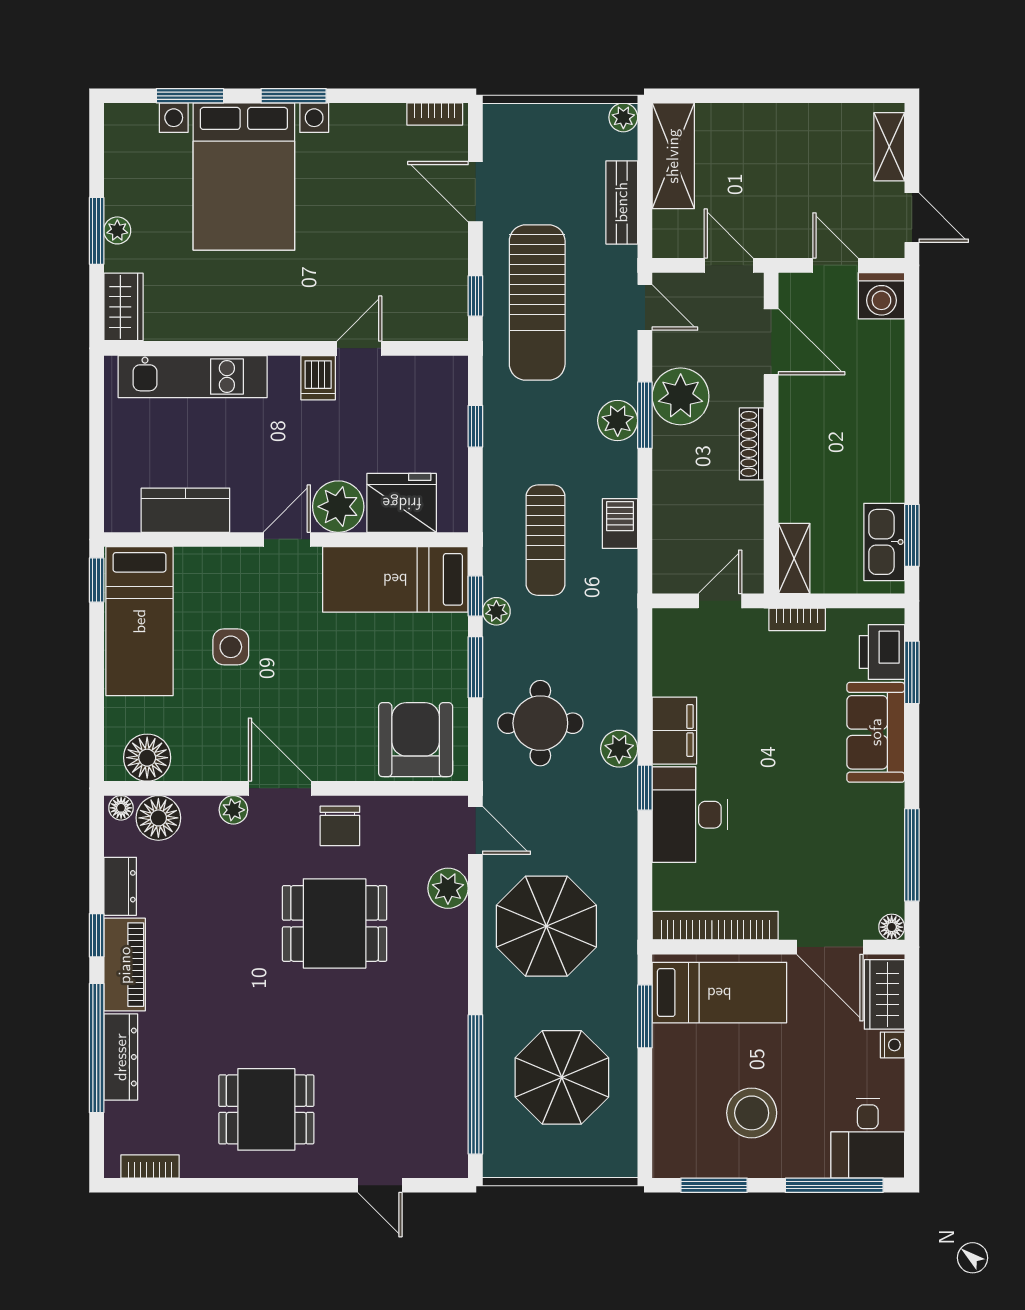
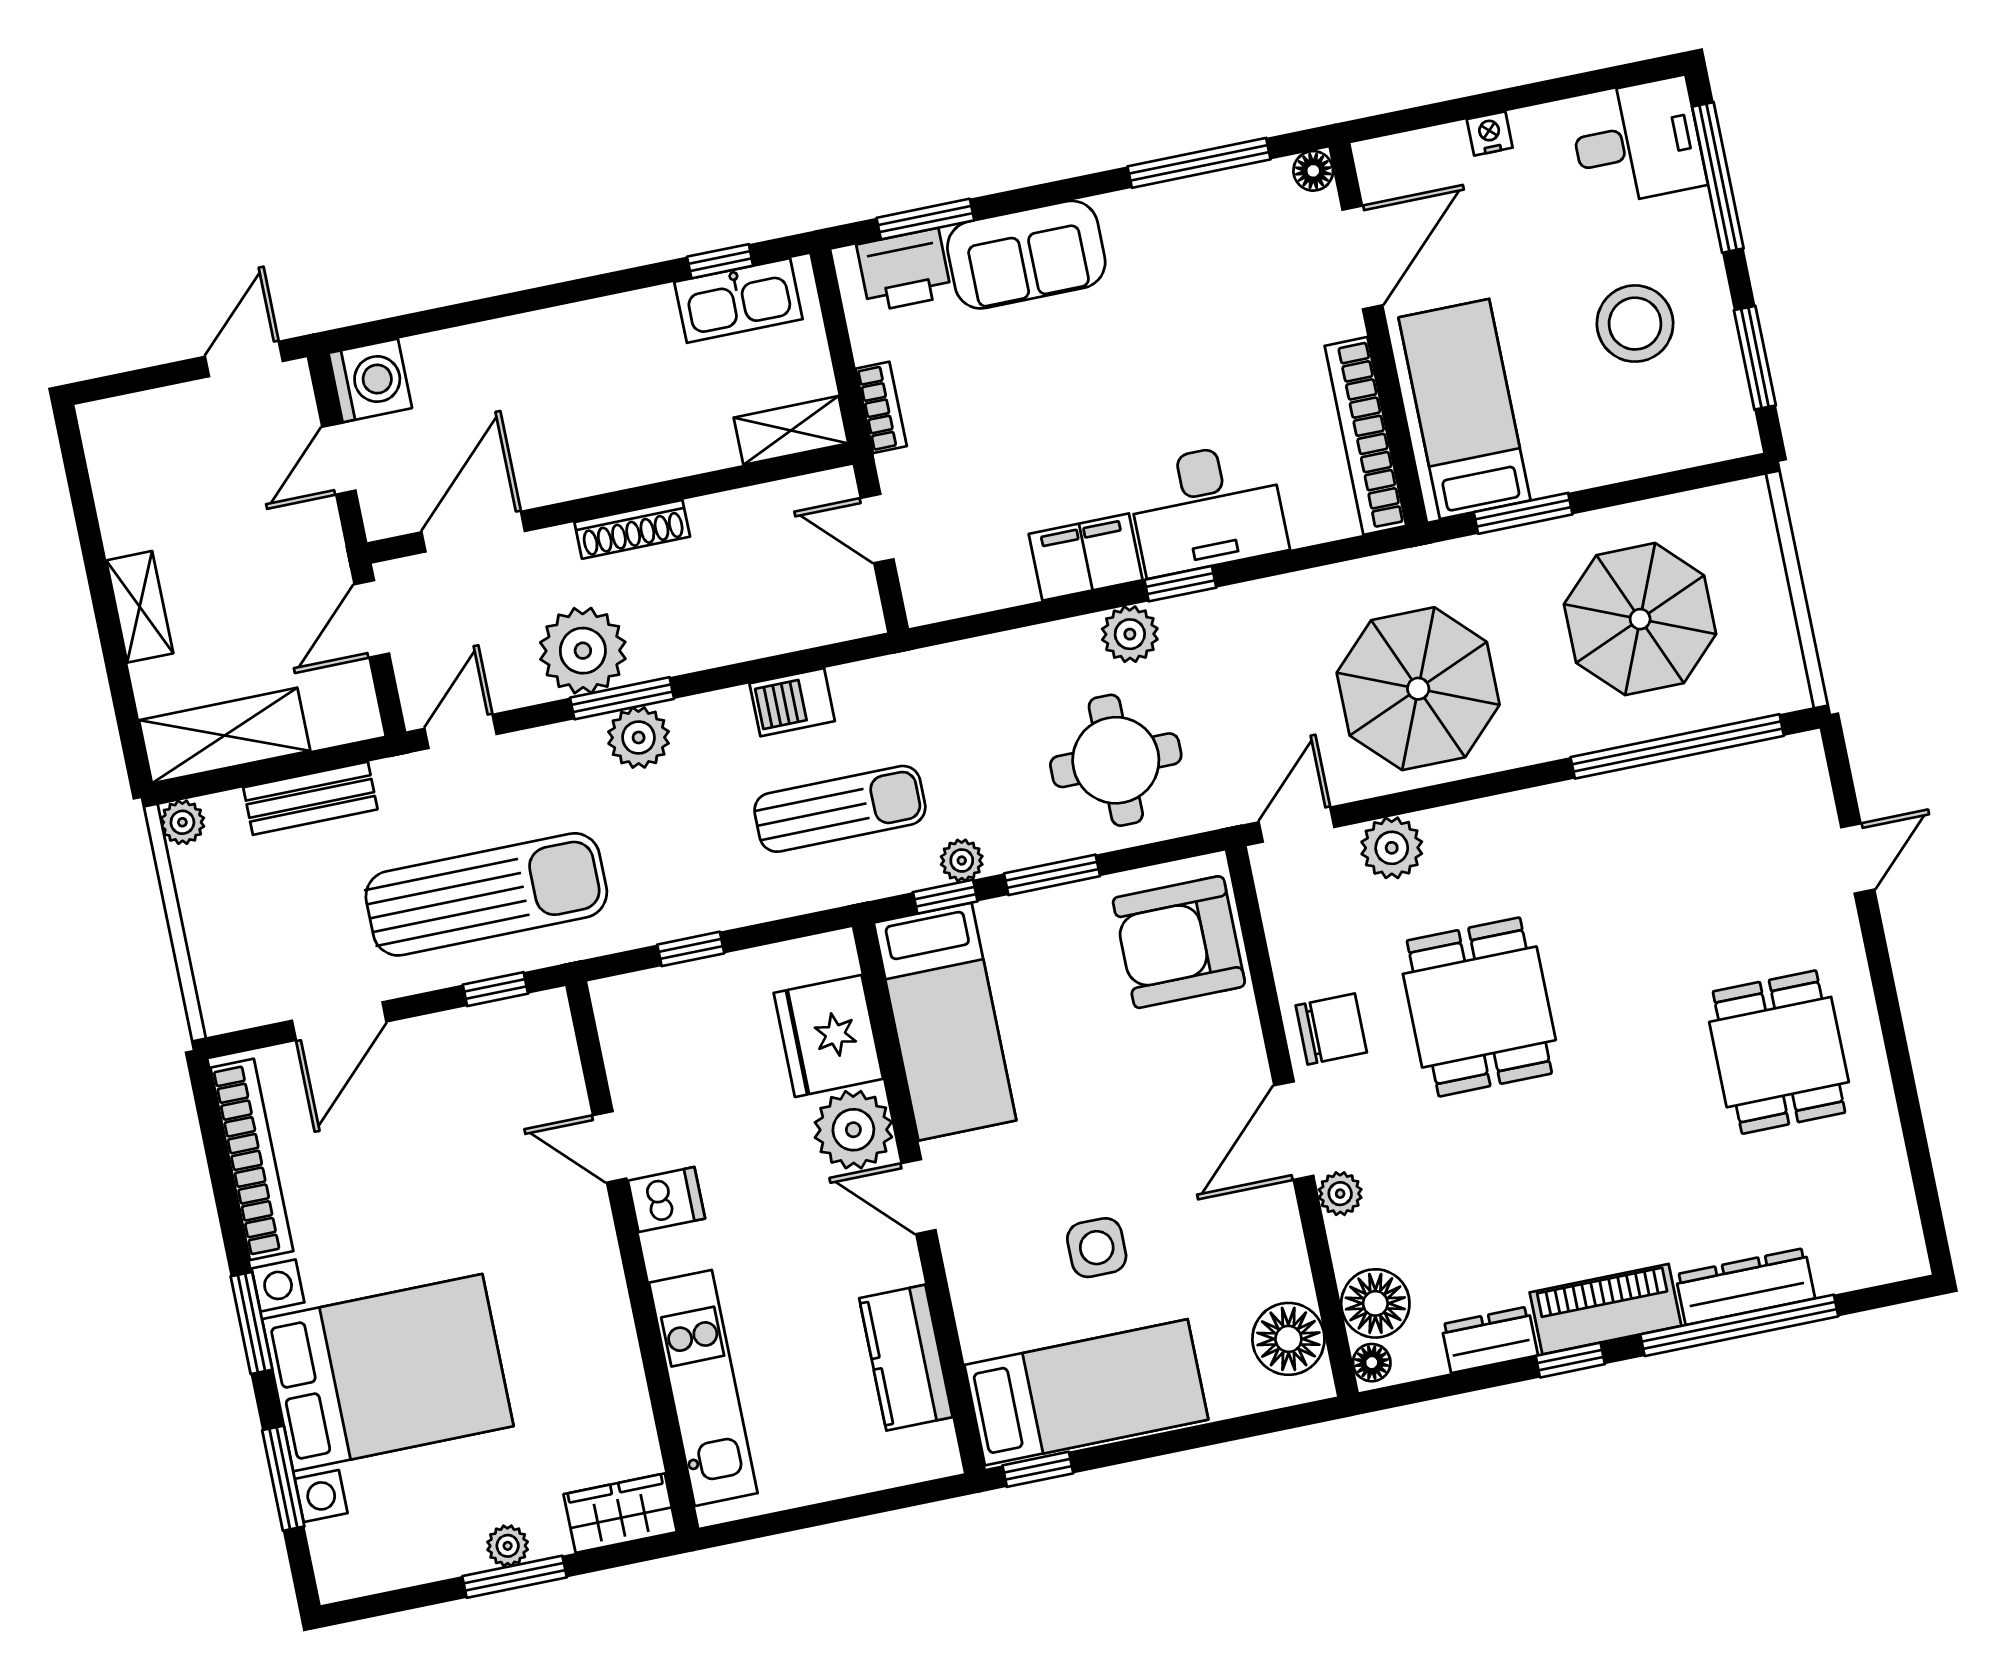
bookcase: (435, 114) -> (252, 1159), width x2.31, depth x1.31
shelving: (889, 147) -> (140, 607), moved, turned 90
window: (912, 535) -> (720, 261), width x0.67
wardrobe: (884, 994) -> (1416, 161), removed
bookcase: (150, 1166) -> (1900, 1209), removed

